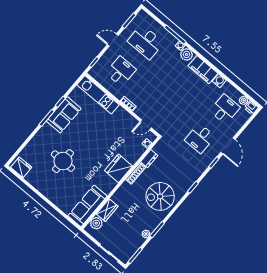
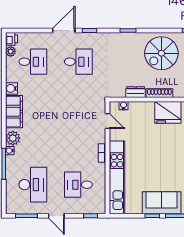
kitchen unit: (98, 95) -> (117, 177), width x1.36
desk: (225, 109) -> (33, 62), turned 180
spiral stairs: (160, 196) -> (161, 53), turned 90

